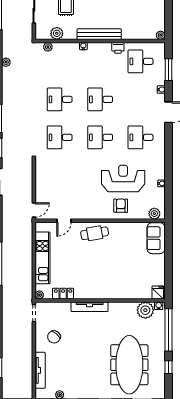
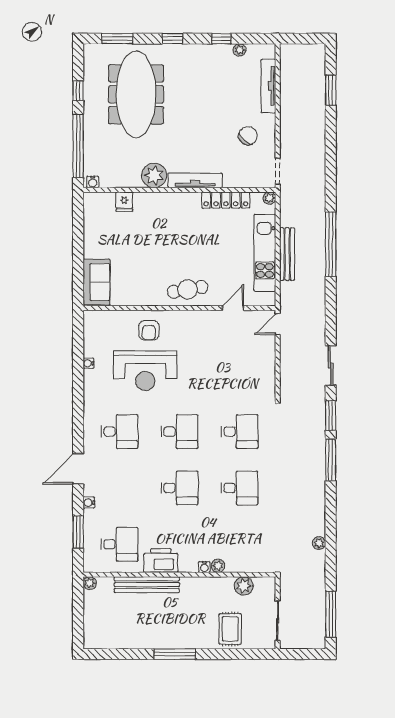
bench: (99, 34) -> (147, 585), moved
plant: (48, 47) -> (218, 566), moved
printer: (118, 48) -> (161, 560), width x1.87, depth x1.48
plant: (154, 214) -> (99, 319), removed
bench: (28, 257) -> (287, 254), added
fridge: (158, 292) -> (124, 202), moved
locker: (63, 294) -> (226, 200), width x1.53
plant: (145, 310) -> (154, 175), moved

